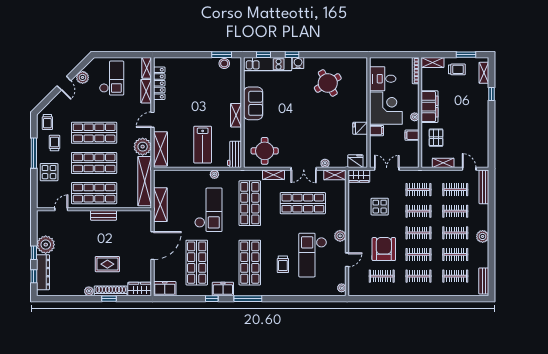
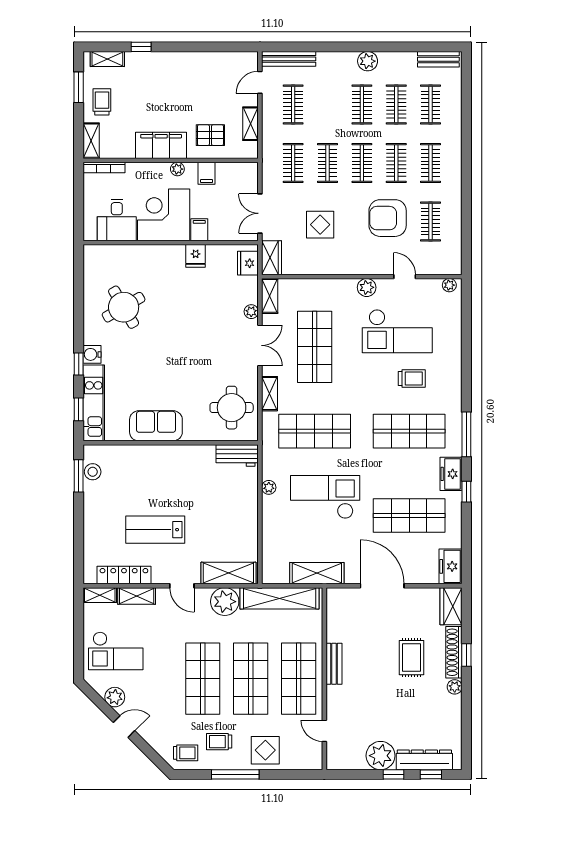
checkout: (112, 78) -> (116, 651), turned 180
shelving: (236, 115) -> (175, 453), removed
lab bench: (203, 145) -> (155, 530), moved, turned 180
clothes rail: (455, 211) -> (327, 105), removed

